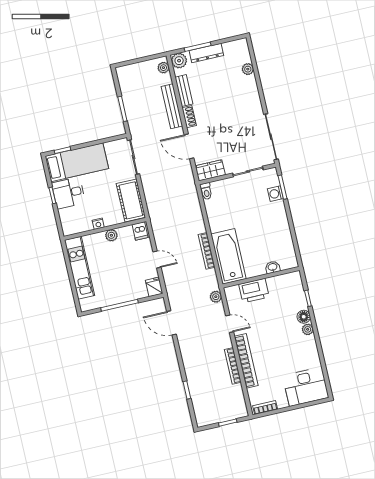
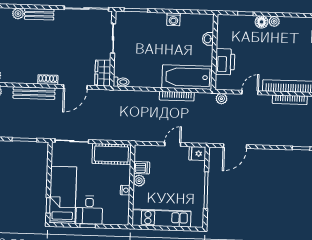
bench: (184, 91) -> (39, 14), moved
washing machine: (275, 194) -> (173, 19), moved
dishwasher: (140, 231) -> (142, 168), moved

